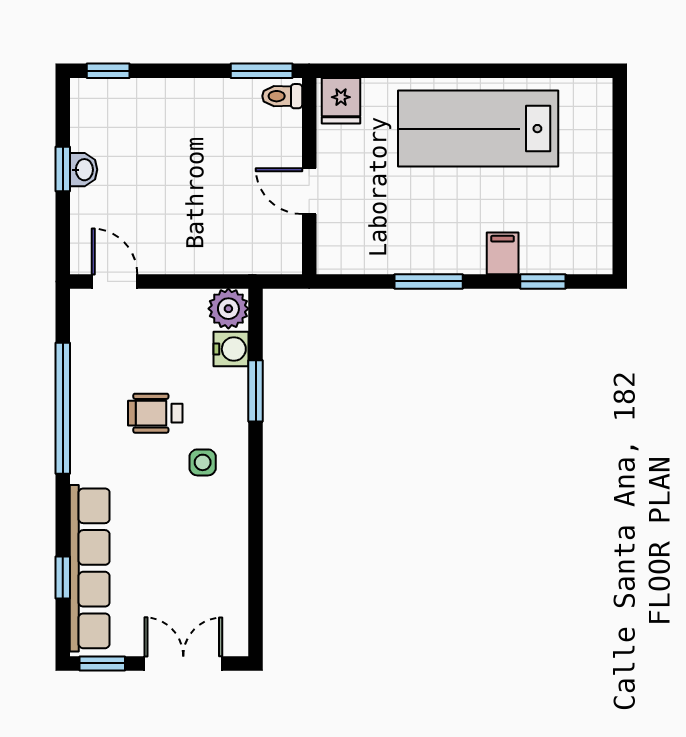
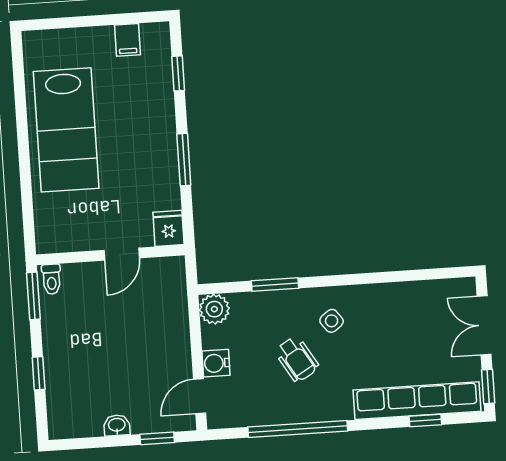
window: (108, 71) -> (39, 373), moved
fridge: (341, 101) -> (169, 228), moved, turned -90
window: (63, 169) -> (157, 438), moved
filing cabinet: (503, 253) -> (127, 40), moved, turned -90
water cooler: (231, 349) -> (216, 363), moved, turned -90
wheelchair: (155, 413) -> (297, 359), turned -31
side table: (203, 462) -> (332, 321), turned -37

